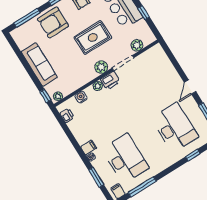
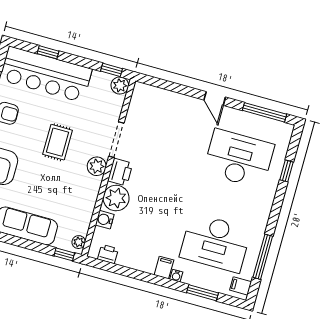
window: (144, 13) -> (112, 70), moved
rug: (93, 37) -> (58, 142), width x0.73, depth x0.70
plant: (137, 45) -> (120, 85), moved
plant: (98, 86) -> (116, 198), width x1.88, depth x1.88
desk: (125, 158) -> (215, 243), turned 180

